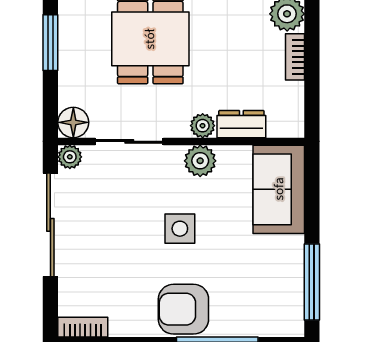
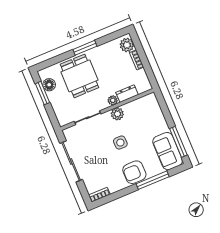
floor lamp: (73, 122) -> (49, 85), moved
plant: (70, 157) -> (68, 133), removed
sofa: (279, 189) -> (168, 151), moved

